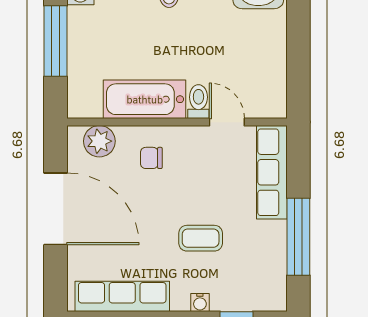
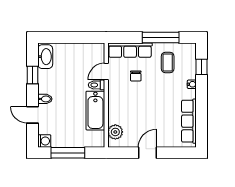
chair: (151, 158) -> (136, 76), moved
door: (55, 209) -> (147, 153), width x0.53
coffee table: (201, 238) -> (168, 62), moved

